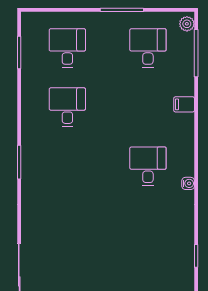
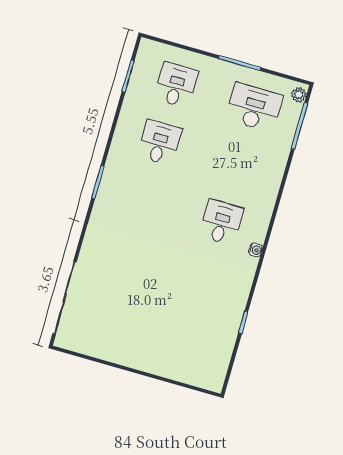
desk: (148, 48) -> (254, 107), width x1.37
filing cabinet: (184, 104) -> (274, 172), removed

